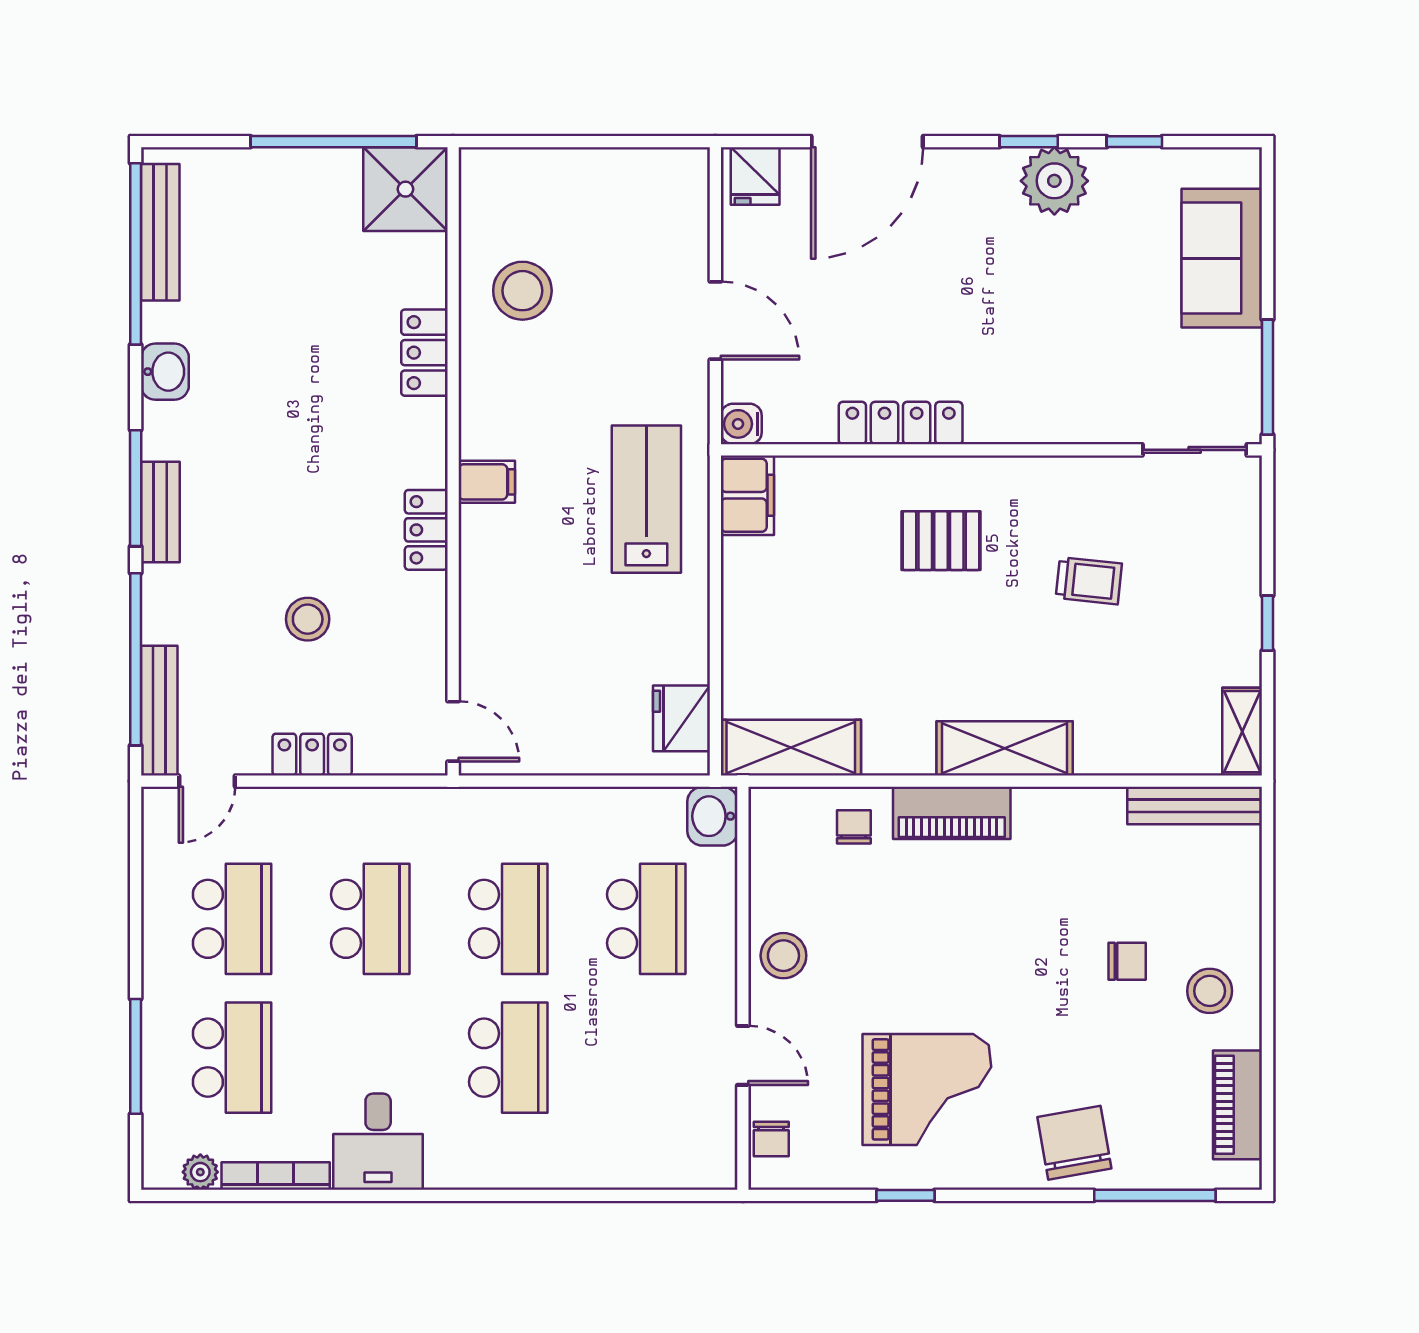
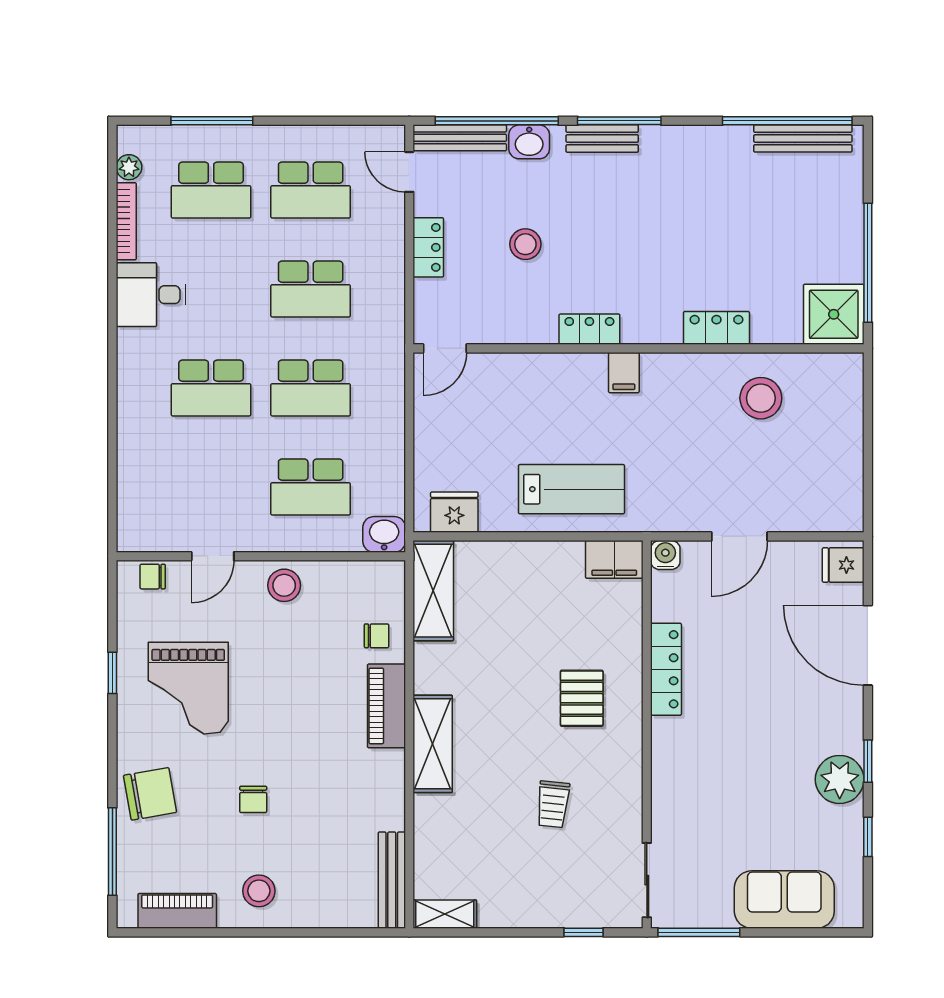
washbasin: (165, 372) -> (529, 142), moved
lab bench: (646, 499) -> (571, 489), moved
window: (1268, 623) -> (583, 932), moved
chair: (1127, 961) -> (253, 799), moved

